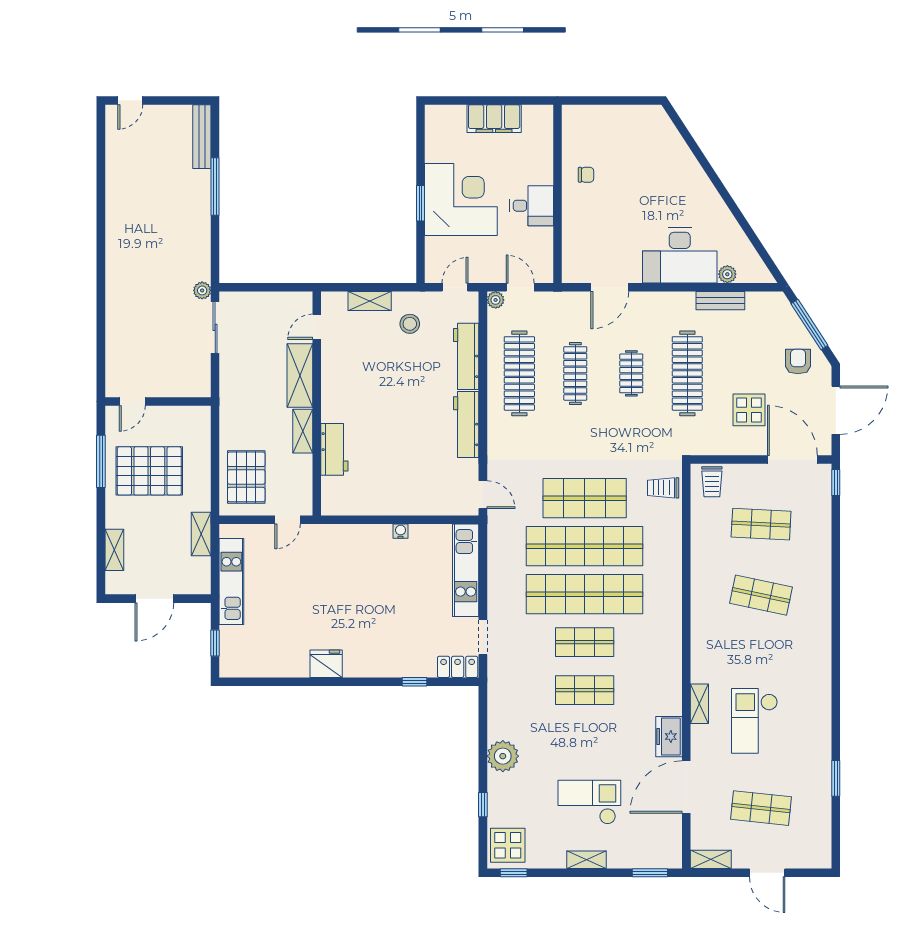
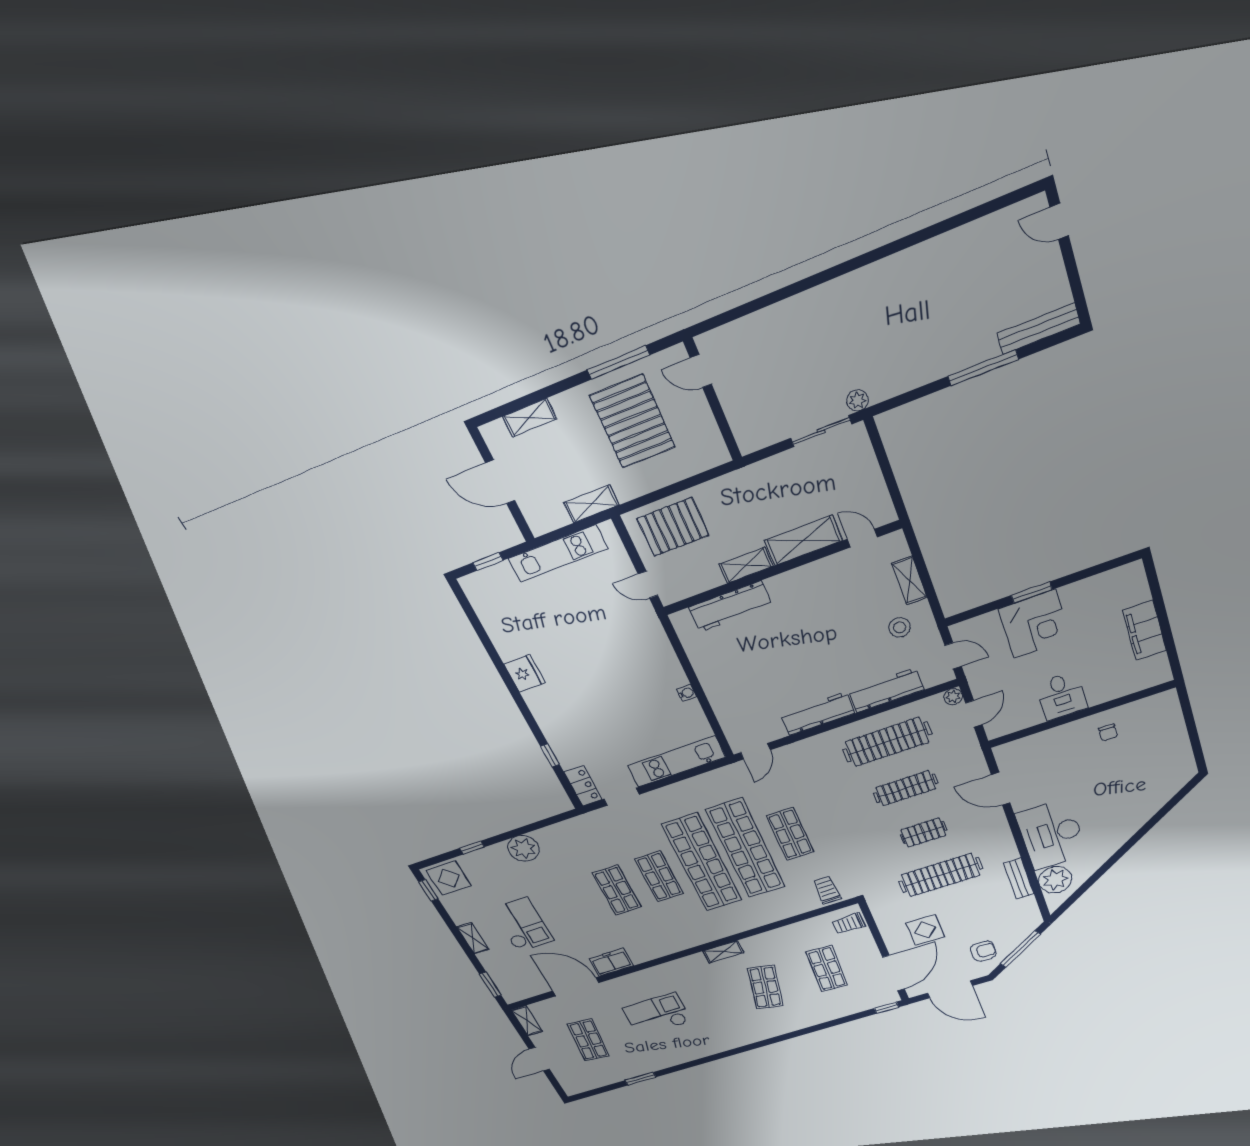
corner desk: (461, 199) -> (1035, 624), width x0.74, depth x0.74
plant: (727, 274) -> (1055, 880), width x1.88, depth x1.88
workbench: (334, 449) -> (730, 607), width x1.38
shop shelf: (585, 498) -> (790, 834), width x0.70, depth x0.74
shelving: (699, 704) -> (723, 952), moved

